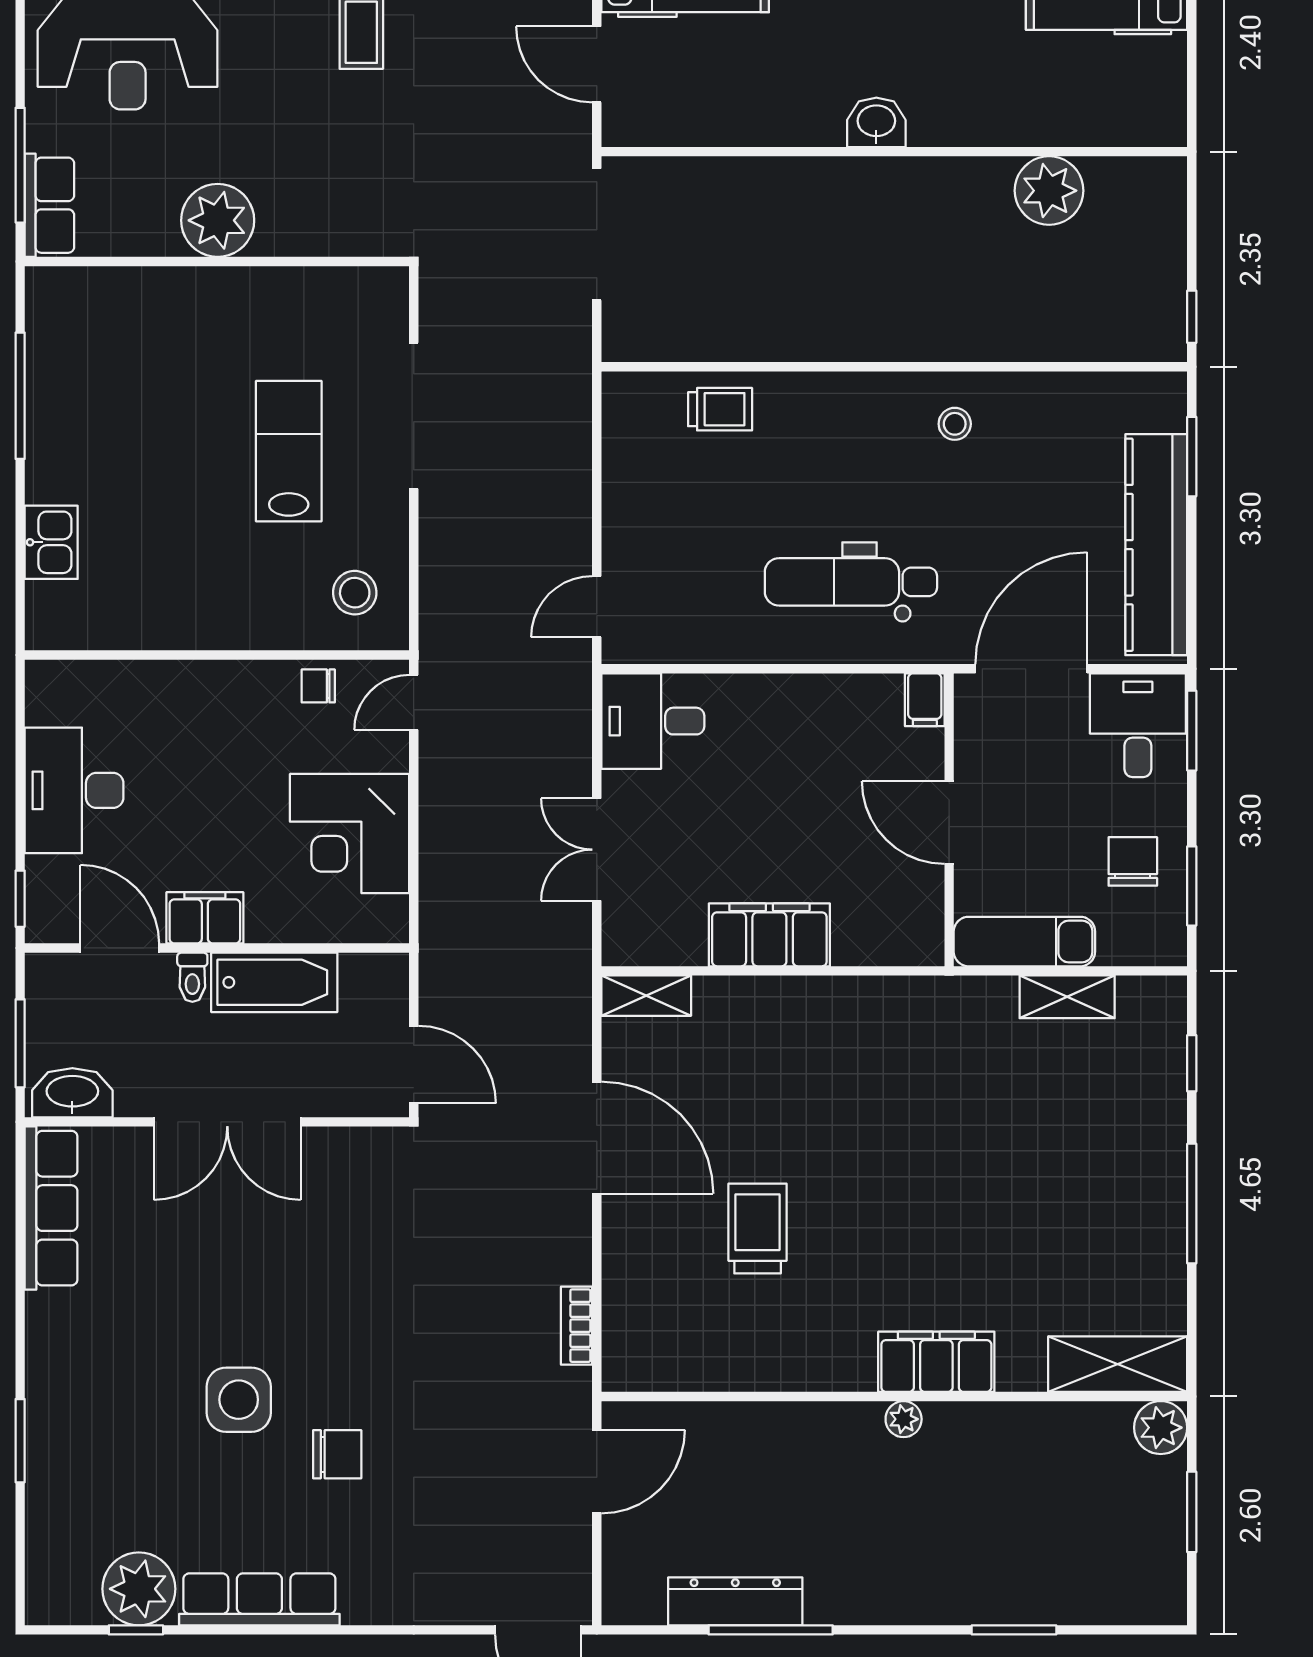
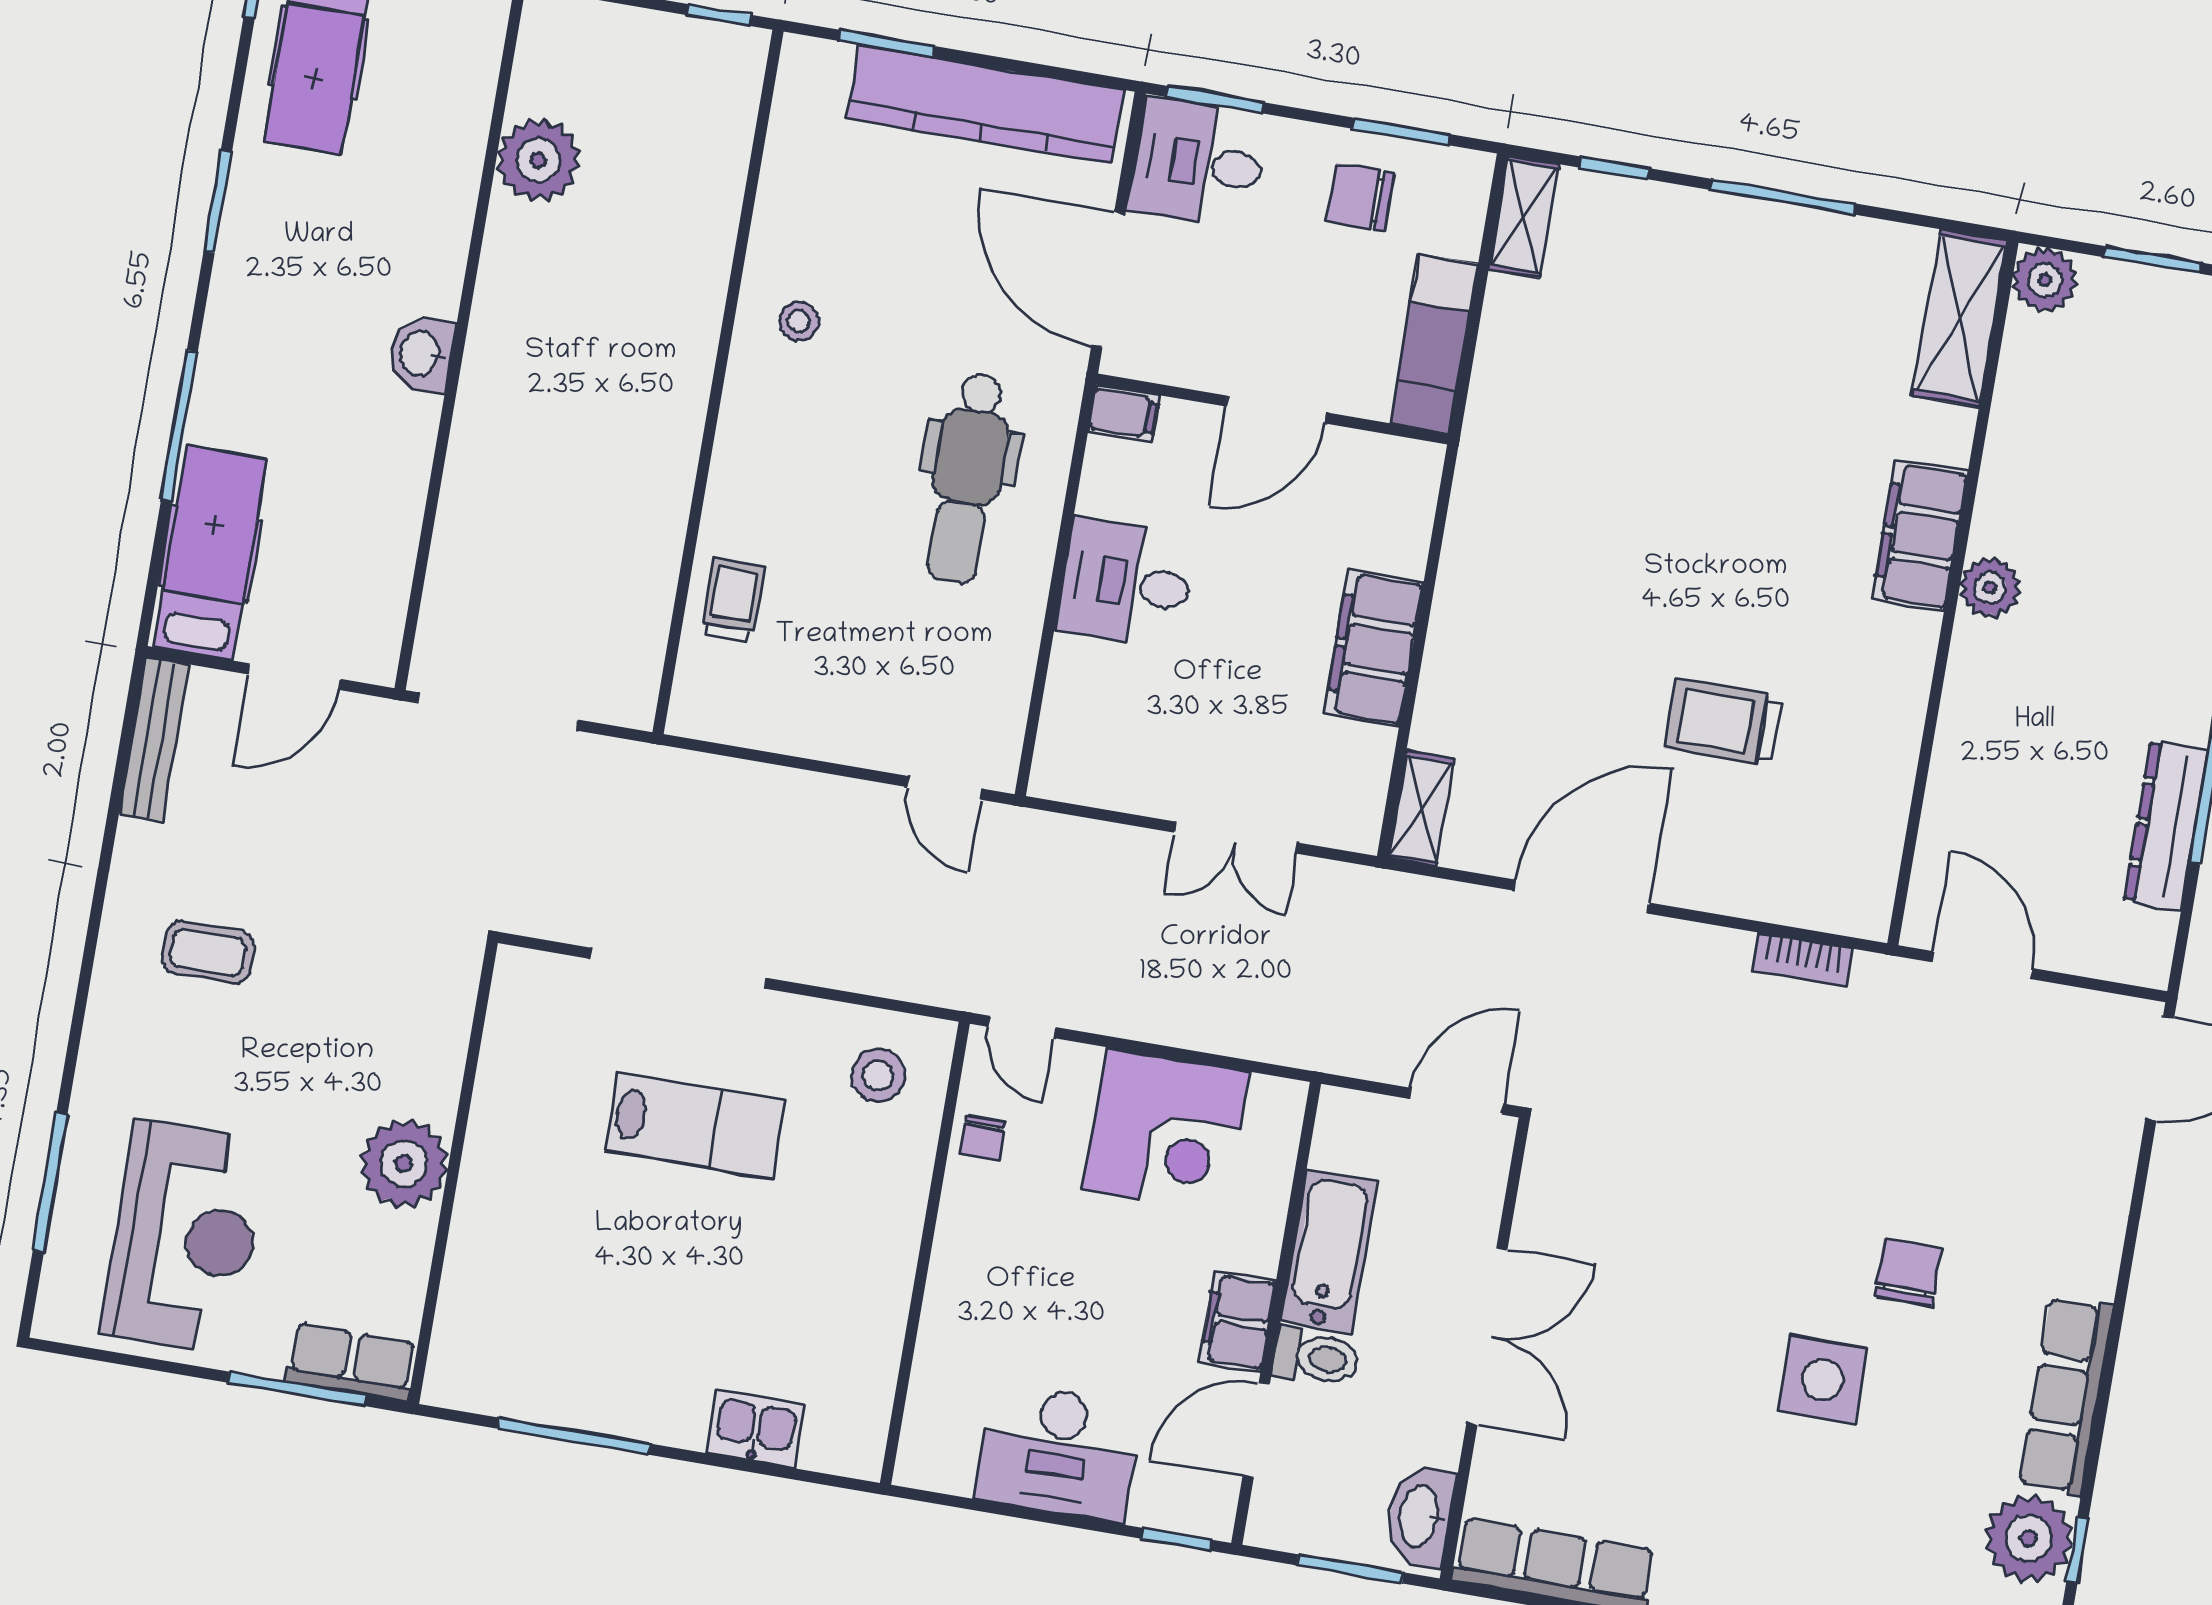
lab bench: (289, 451) -> (695, 1125), turned 180
desk: (653, 721) -> (1126, 583), moved, turned 90
toilet: (192, 977) -> (1316, 1357), width x1.37, depth x1.39
shelving: (1067, 997) -> (1524, 217), moved
plant: (904, 1419) -> (1990, 588), width x1.38, depth x1.38

